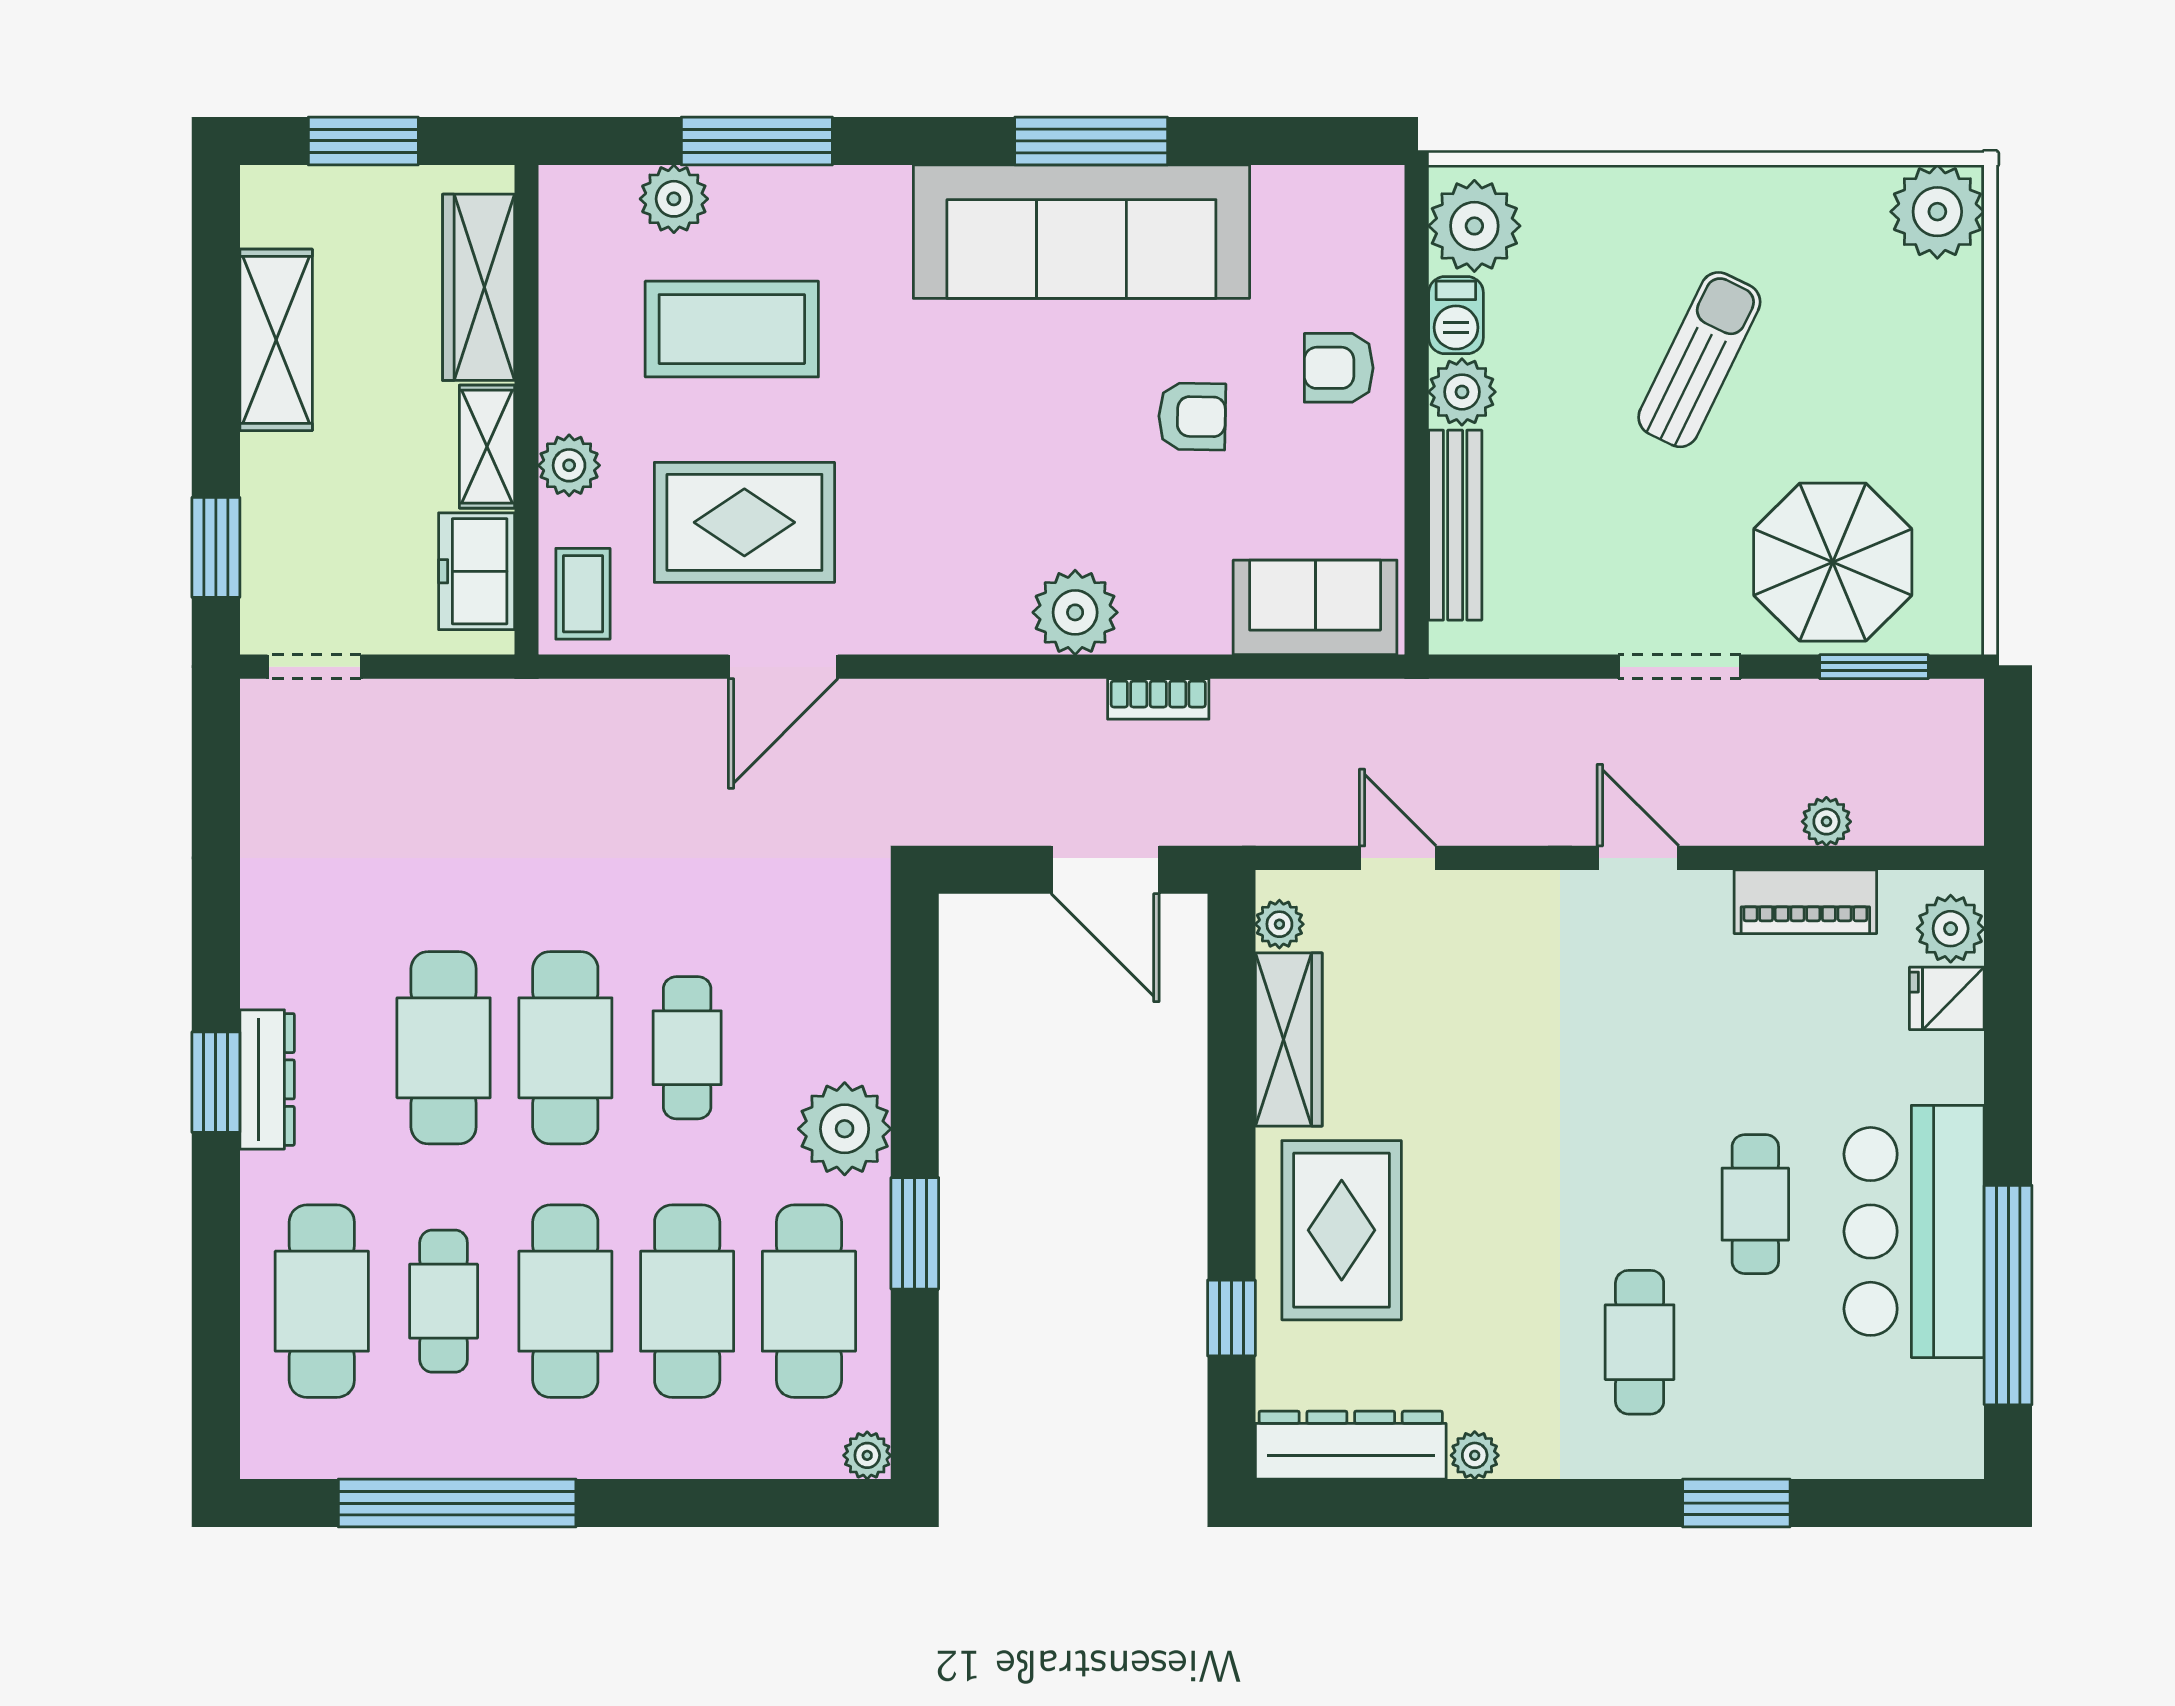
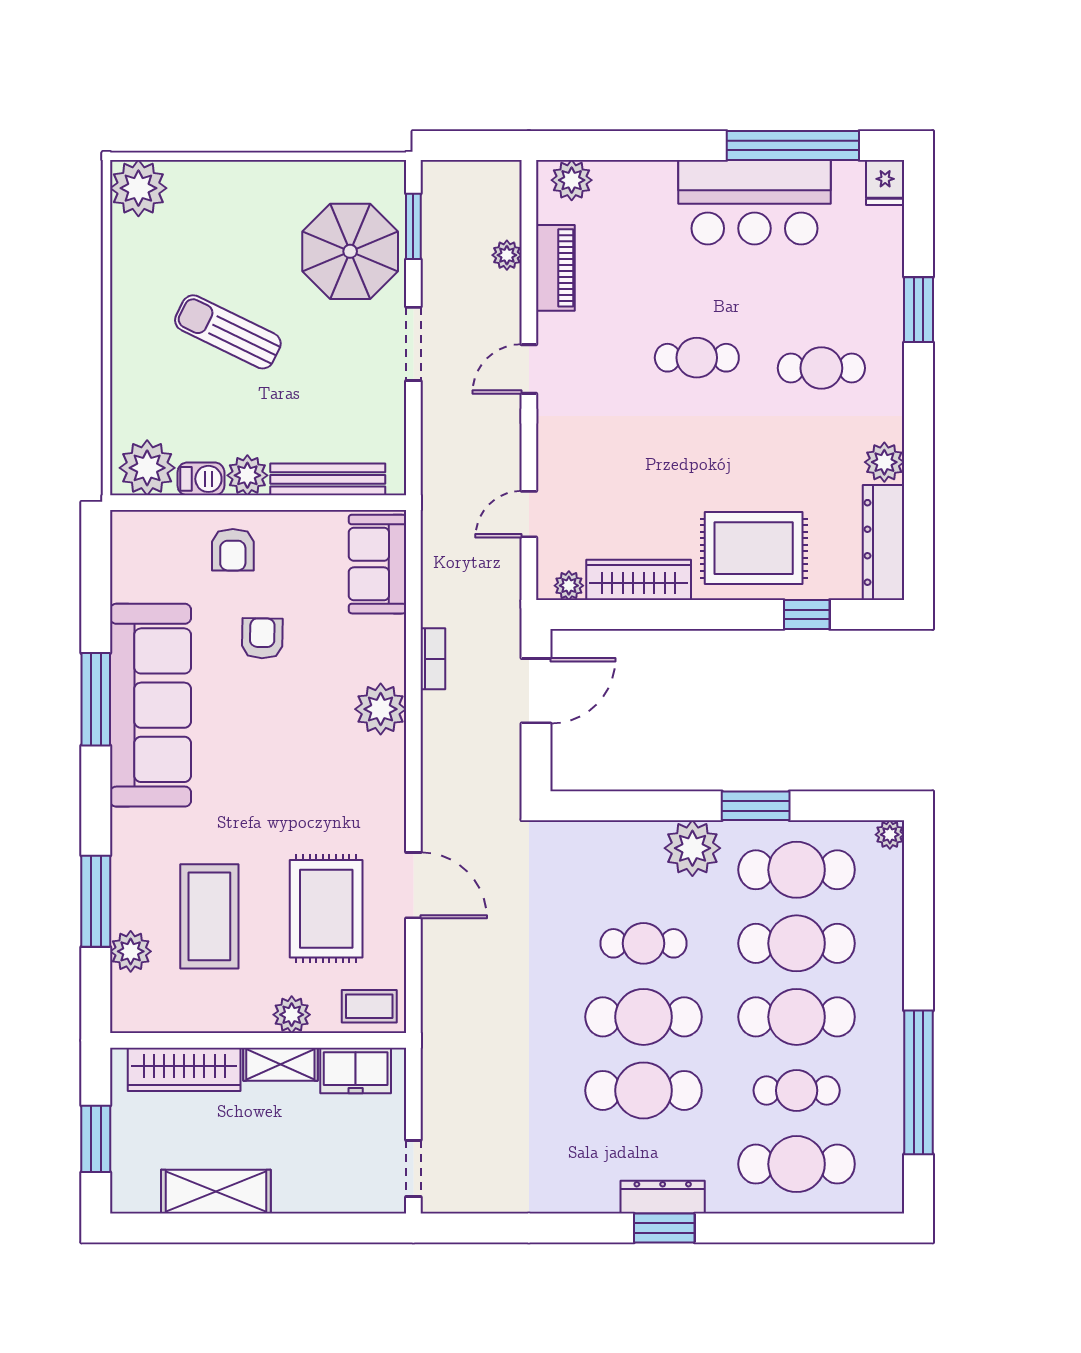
window: (216, 547) -> (341, 1228), removed
fridge: (1947, 998) -> (885, 182), moved
cafe table: (1755, 1204) -> (697, 358), moved
plant: (1475, 1455) -> (884, 462), width x1.38, depth x1.38

